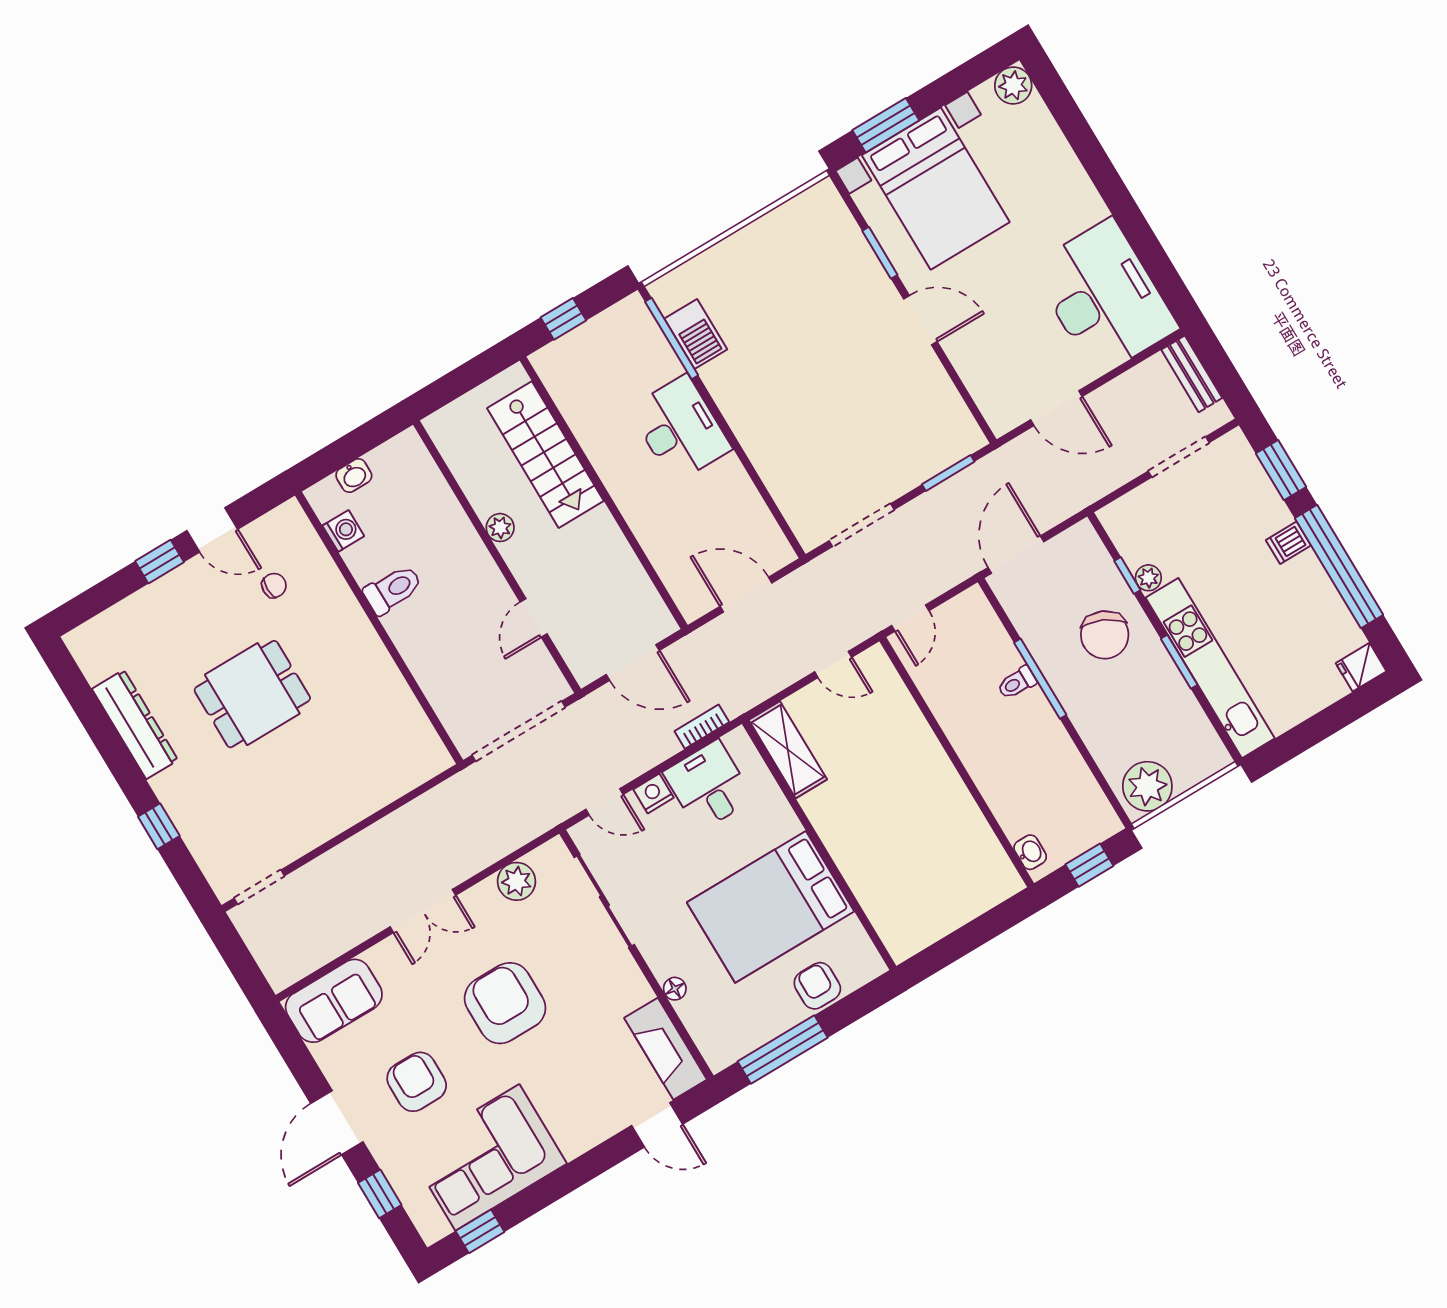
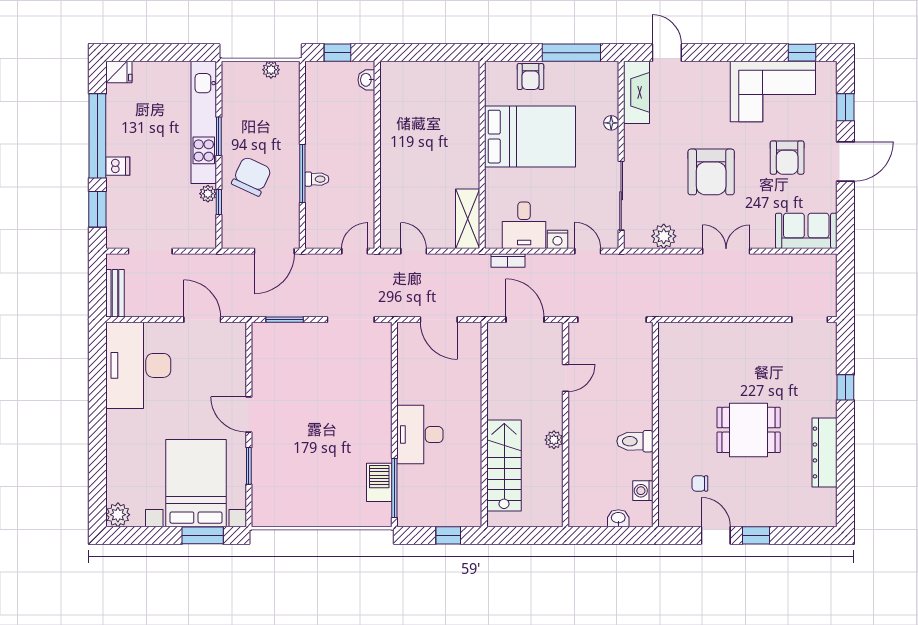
plant: (1147, 786) -> (271, 70), width x0.53, depth x0.53

